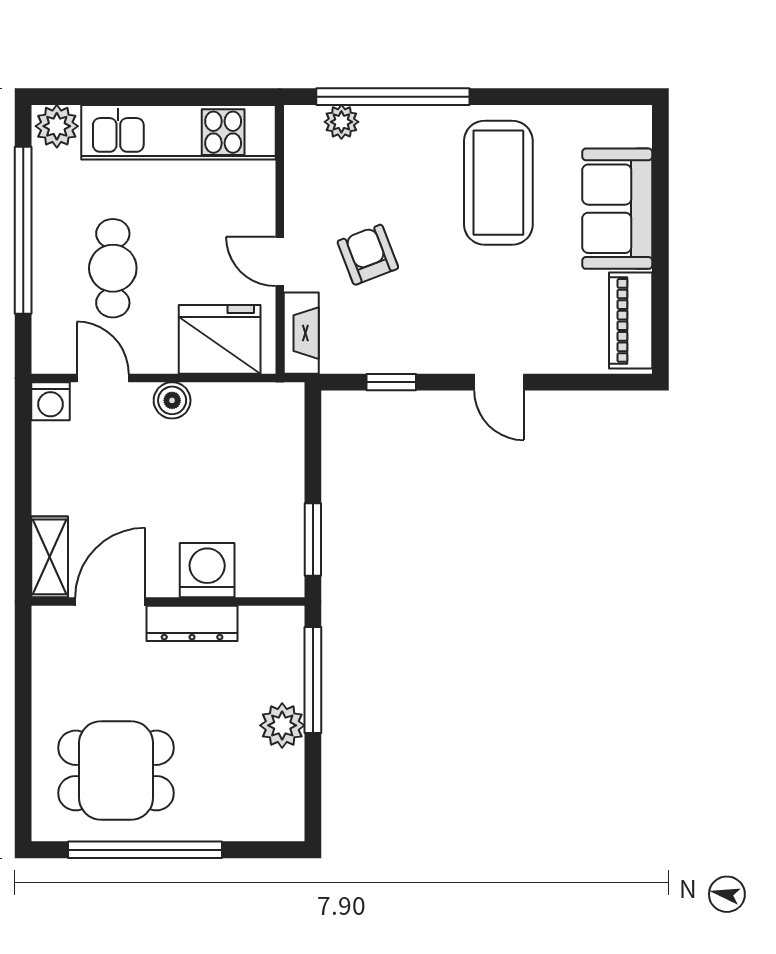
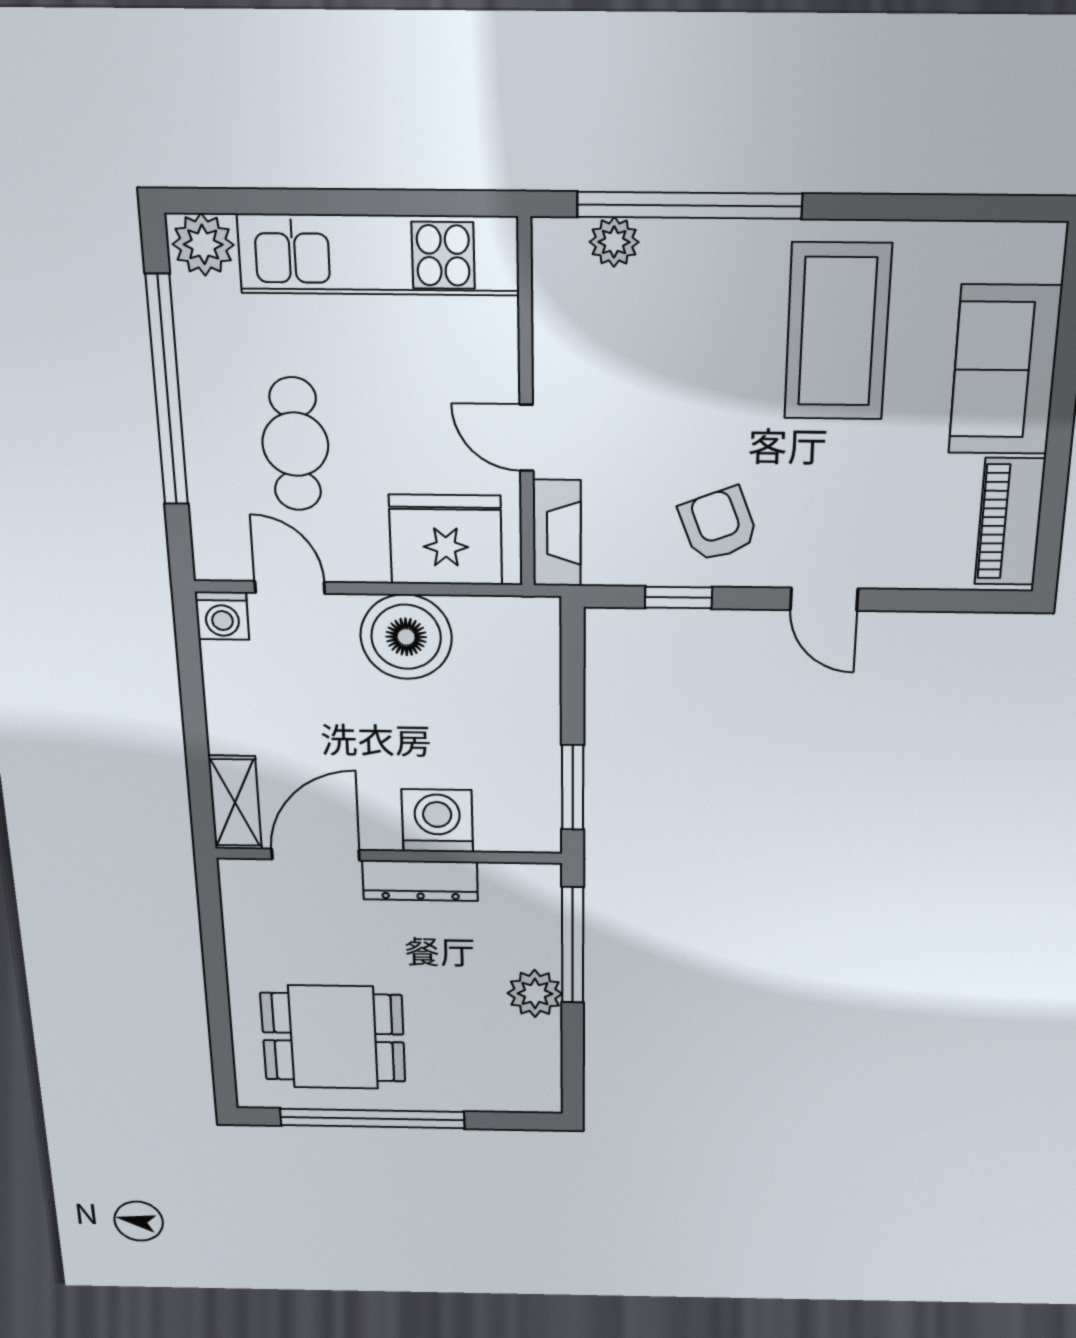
armchair: (368, 255) -> (718, 525), moved
boiler: (172, 400) -> (406, 637), width x1.86, depth x1.86

